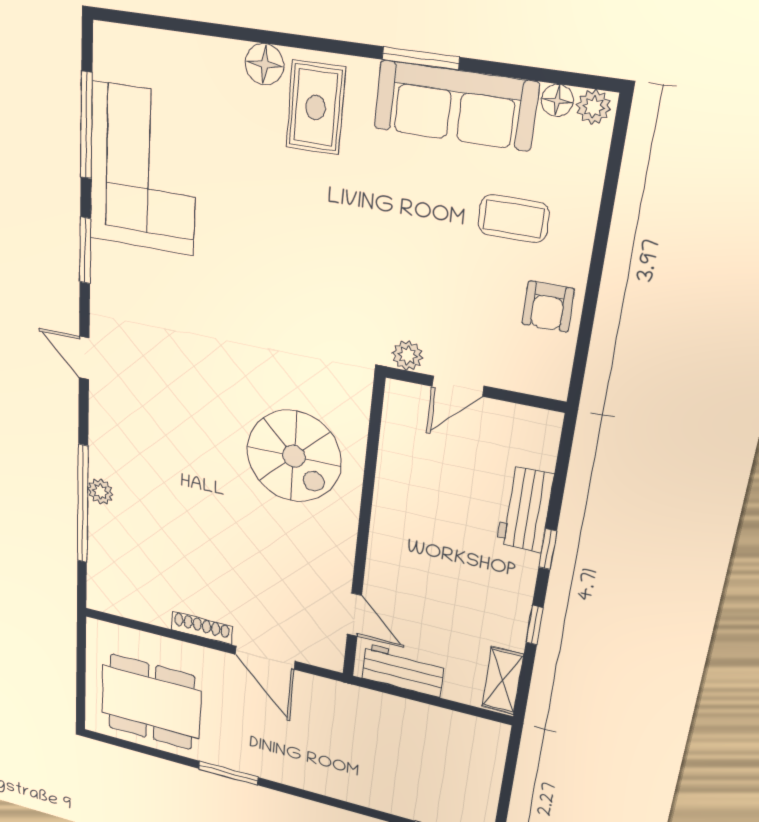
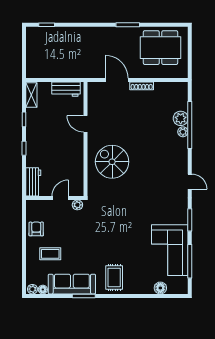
floor lamp: (264, 64) -> (160, 288), moved
workbench: (525, 509) -> (33, 182), moved
plant: (106, 526) -> (181, 118), added
door: (354, 615) -> (86, 124), moved

